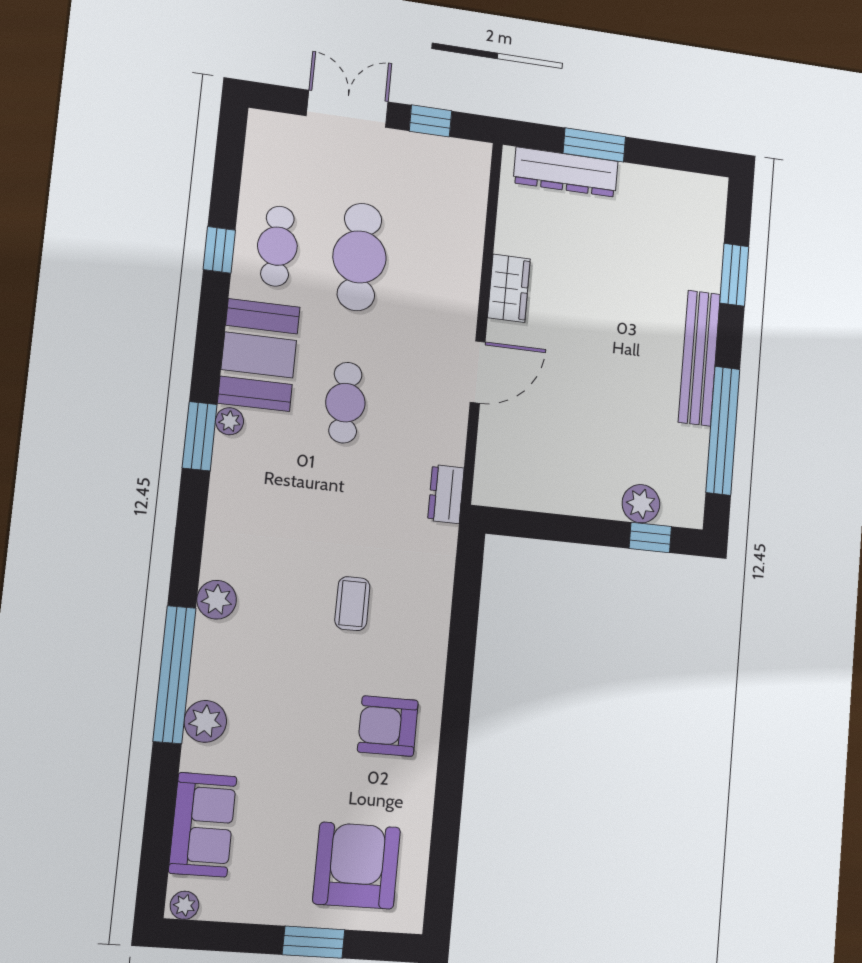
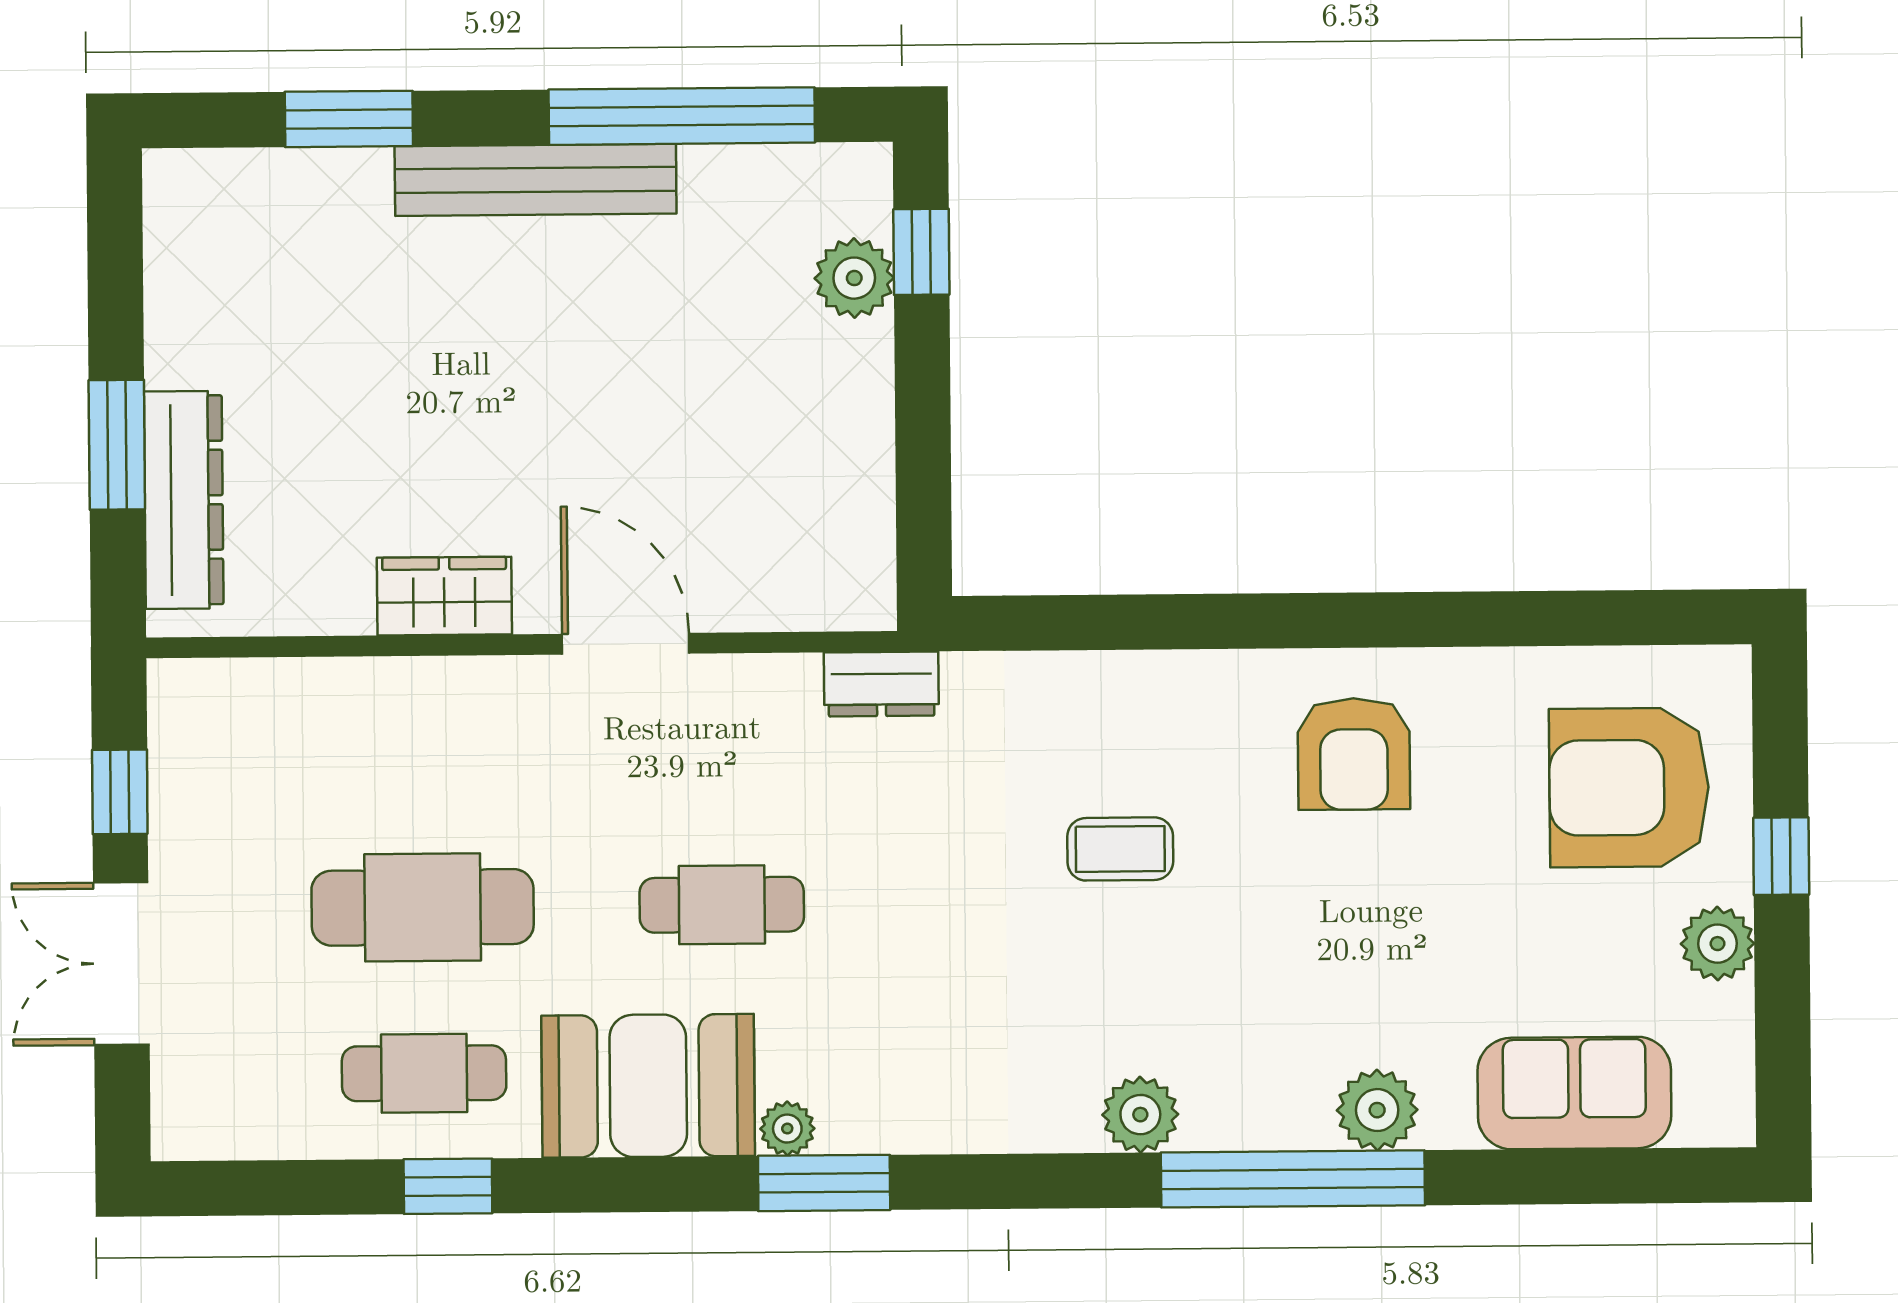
plant: (184, 905) -> (1718, 944), moved, width x1.38, depth x1.38
window: (314, 942) -> (1781, 856), width x0.67

